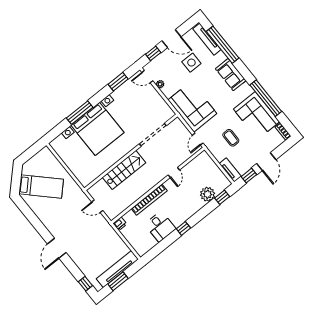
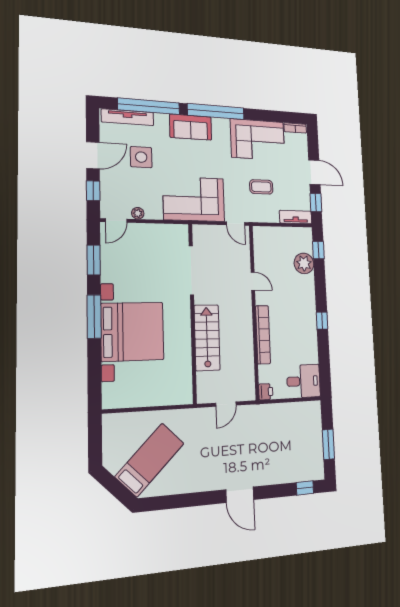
window: (266, 98) -> (216, 112), moved
window: (80, 113) -> (94, 317), moved
desk: (160, 226) -> (303, 381), moved
tv unit: (117, 269) -> (314, 435), removed

